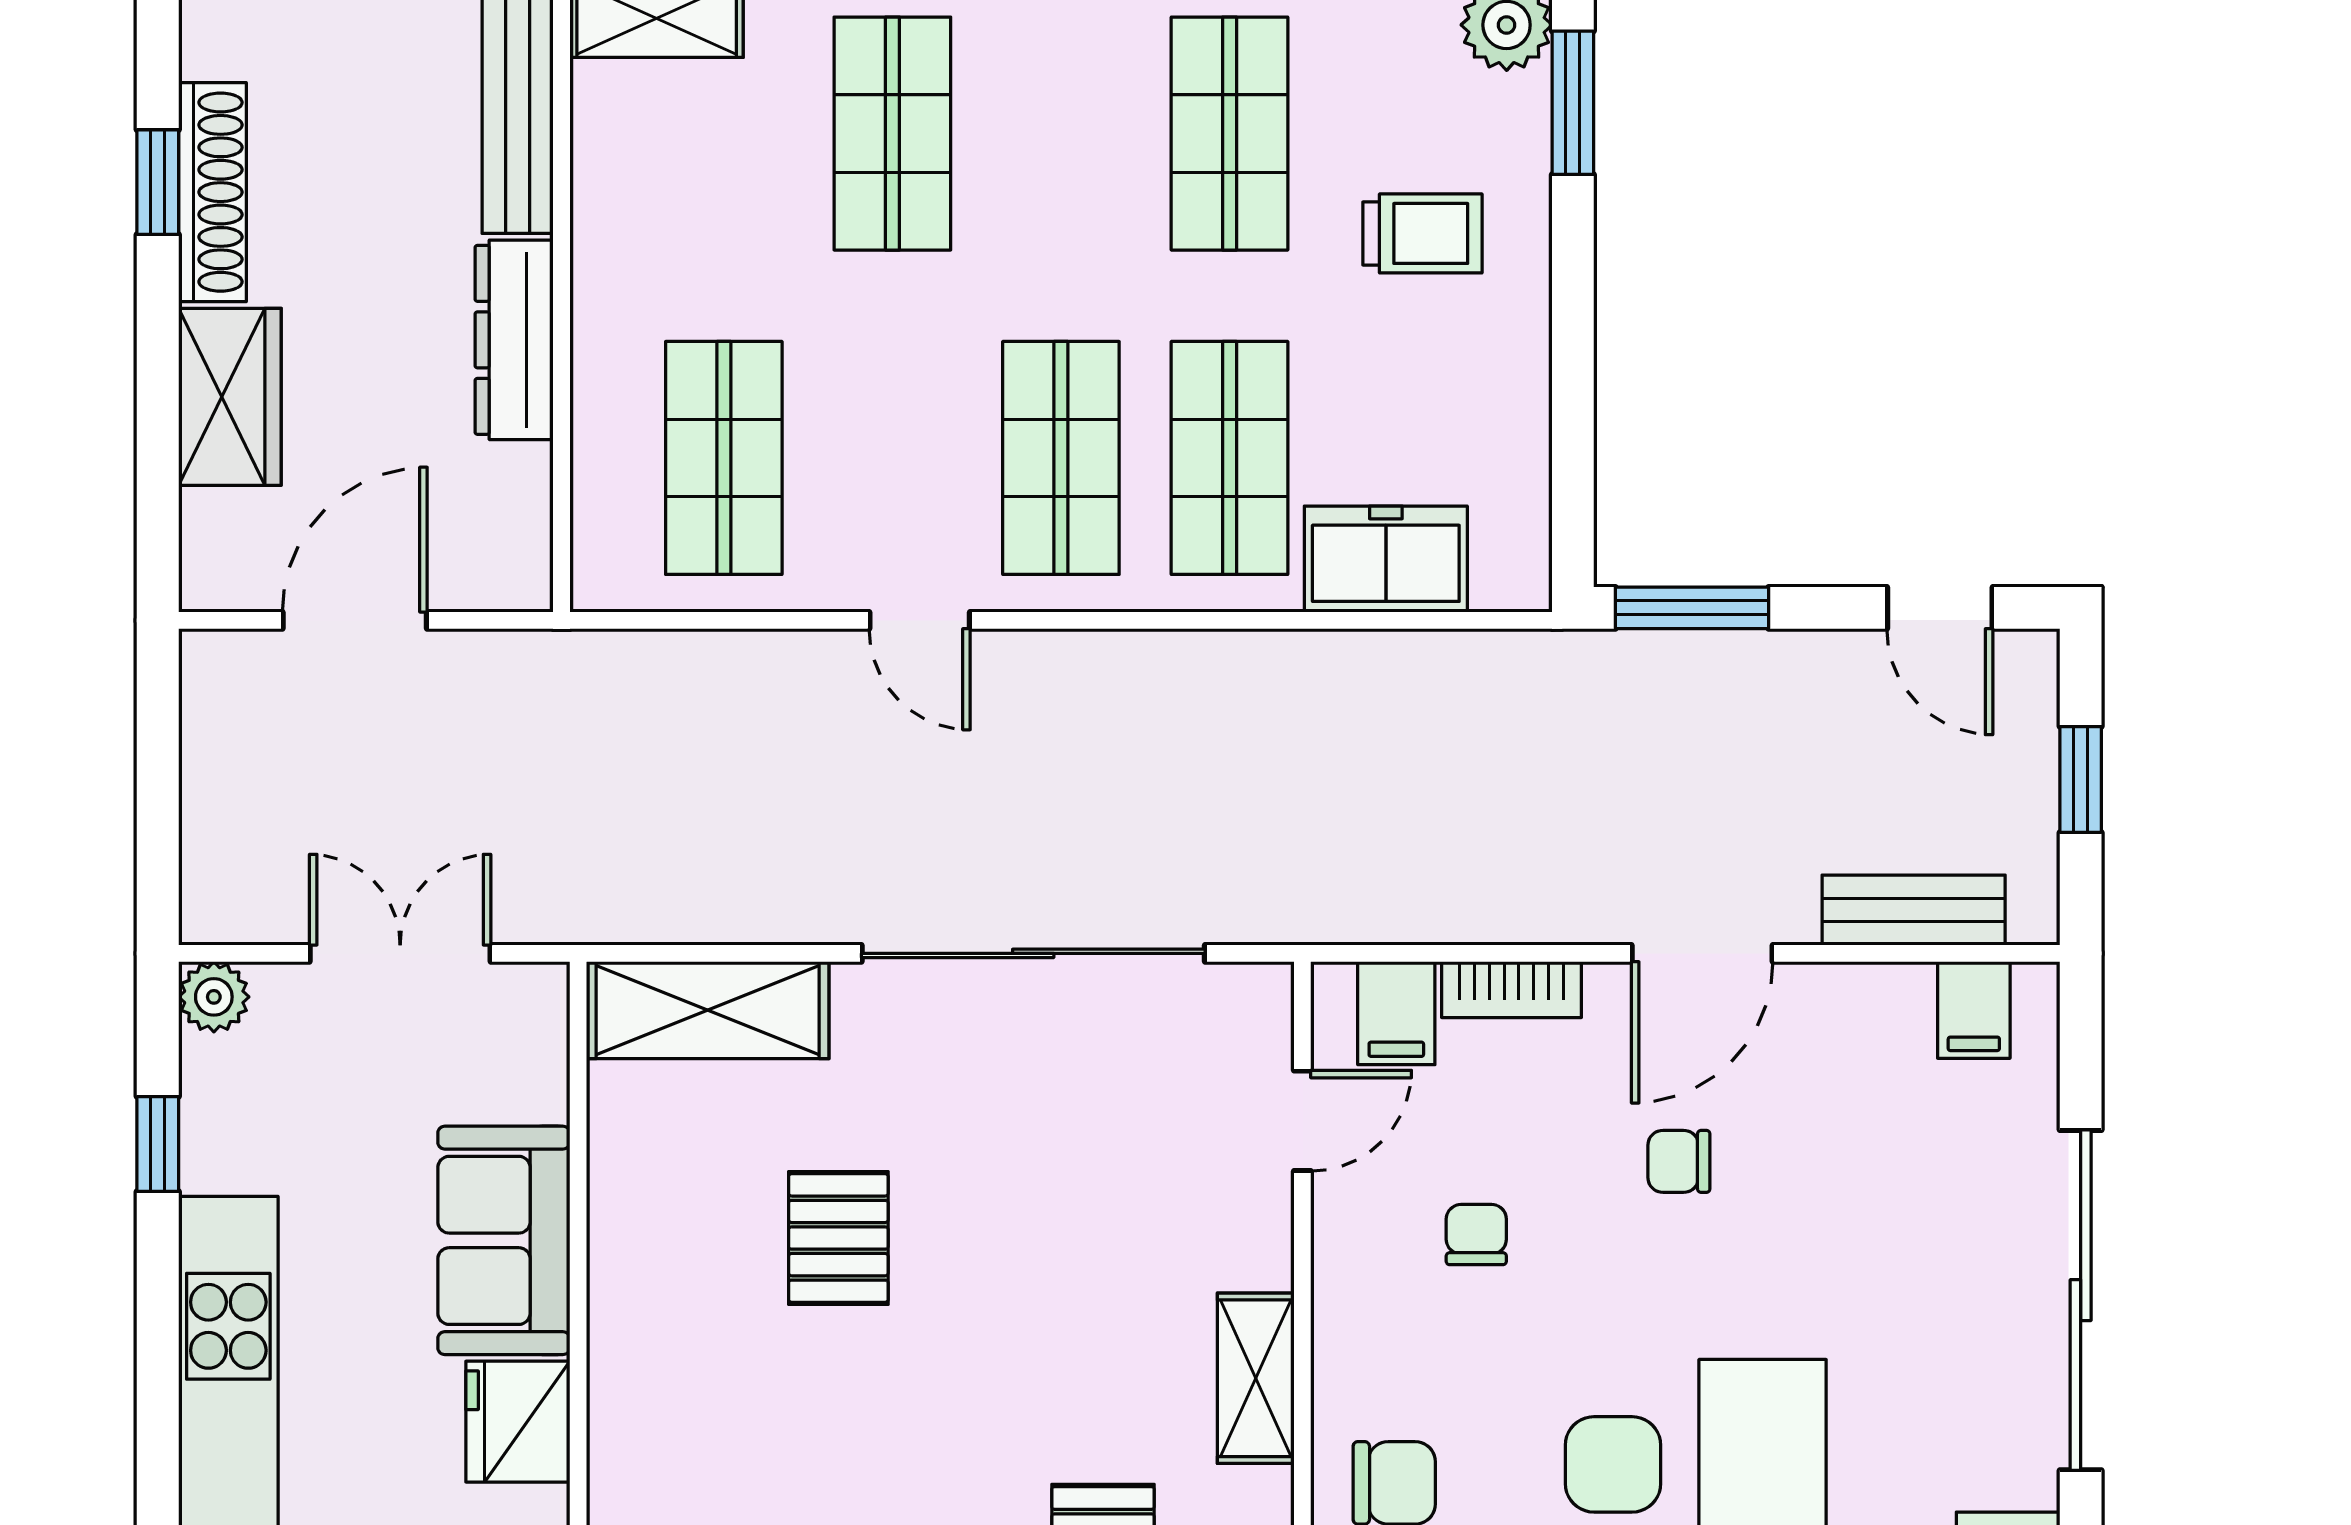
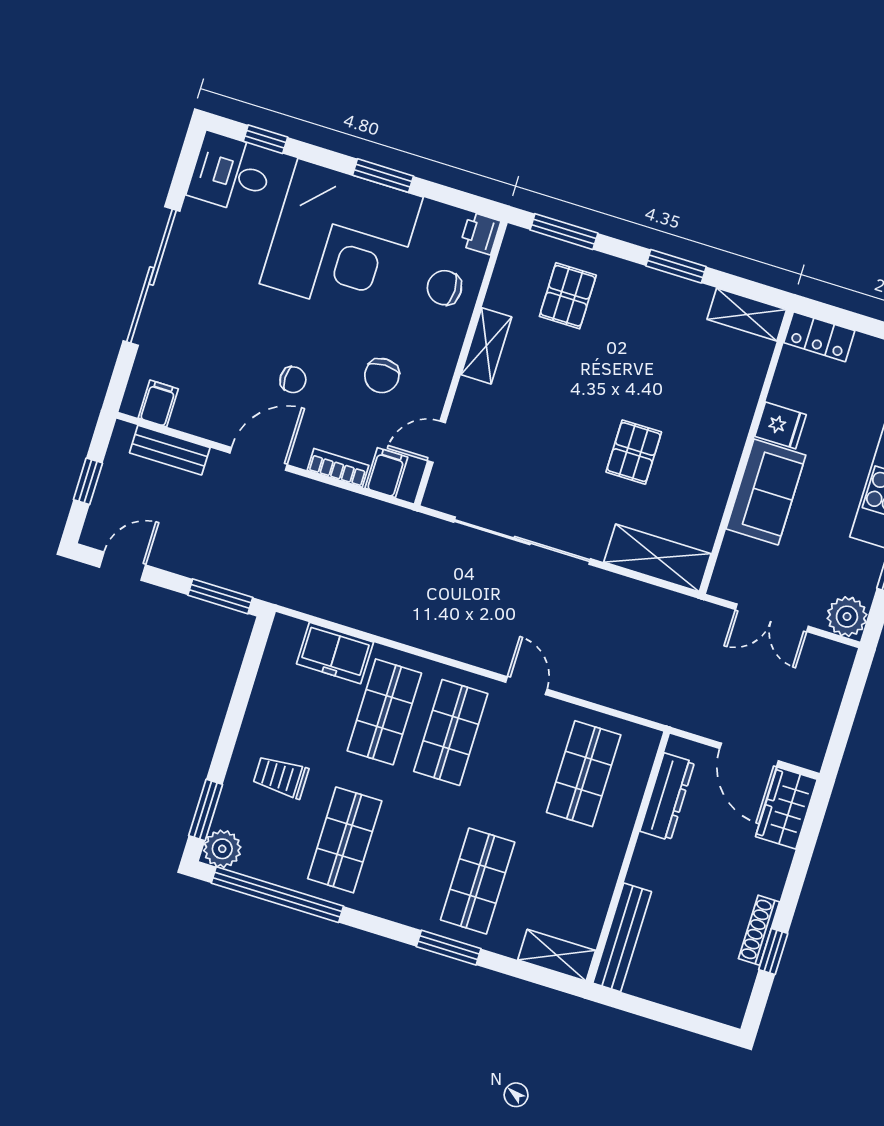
shoe rack: (212, 192) -> (759, 930), width x0.74, depth x0.81
dresser: (514, 340) -> (667, 797), moved
wardrobe: (230, 397) -> (786, 808), moved
door: (1940, 608) -> (123, 566), hinge flipped
door: (355, 620) -> (749, 755), hinge flipped
plant: (214, 997) -> (847, 617), width x1.38, depth x1.38
chair: (1476, 1235) -> (382, 376), width x1.37, depth x1.37
fridge: (518, 1422) -> (781, 425), width x0.72

